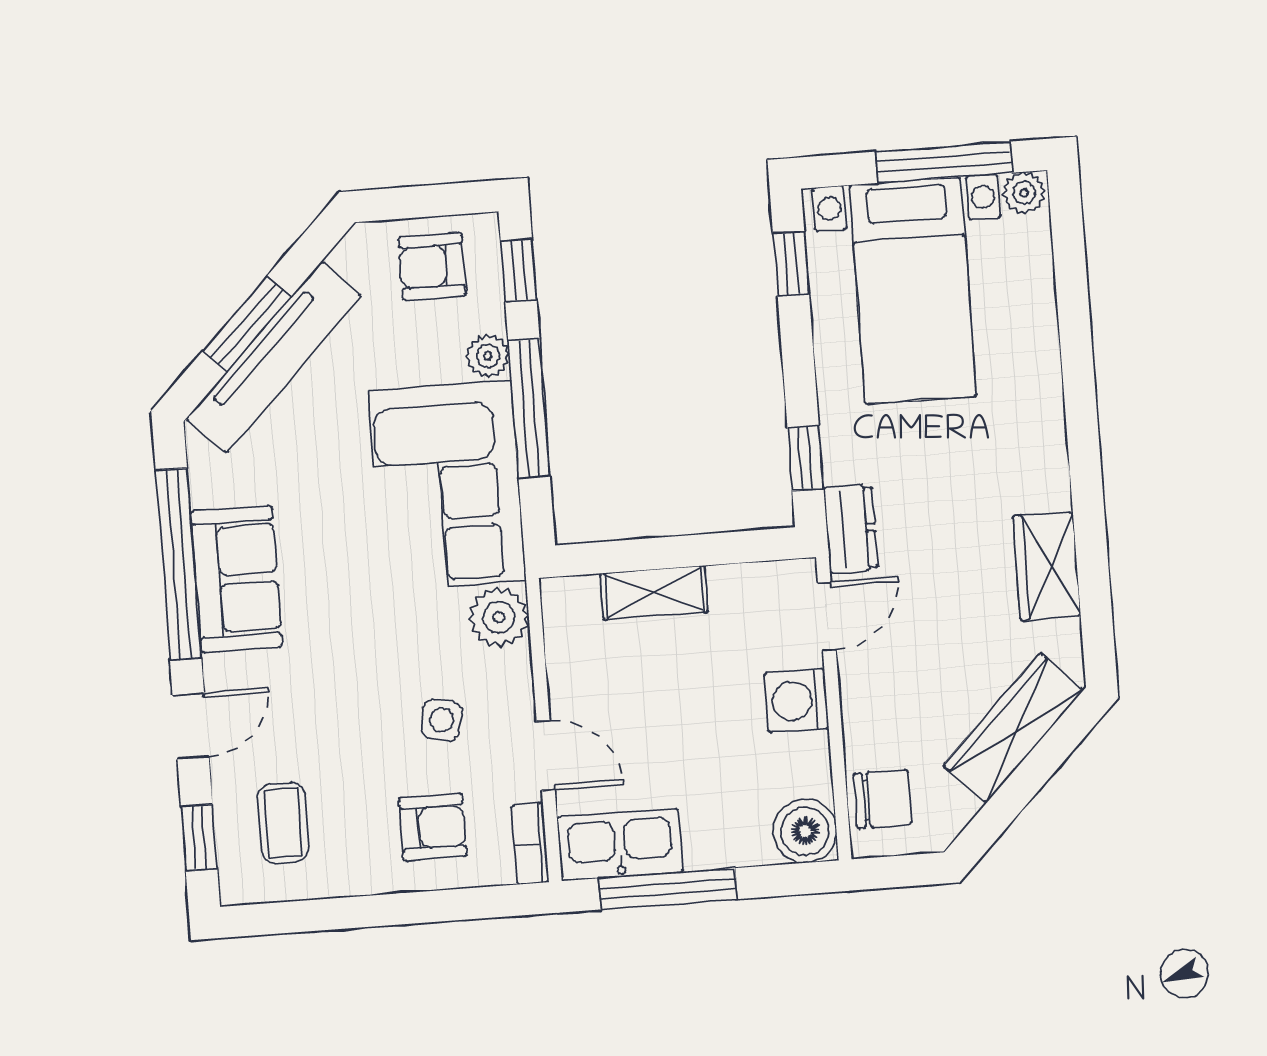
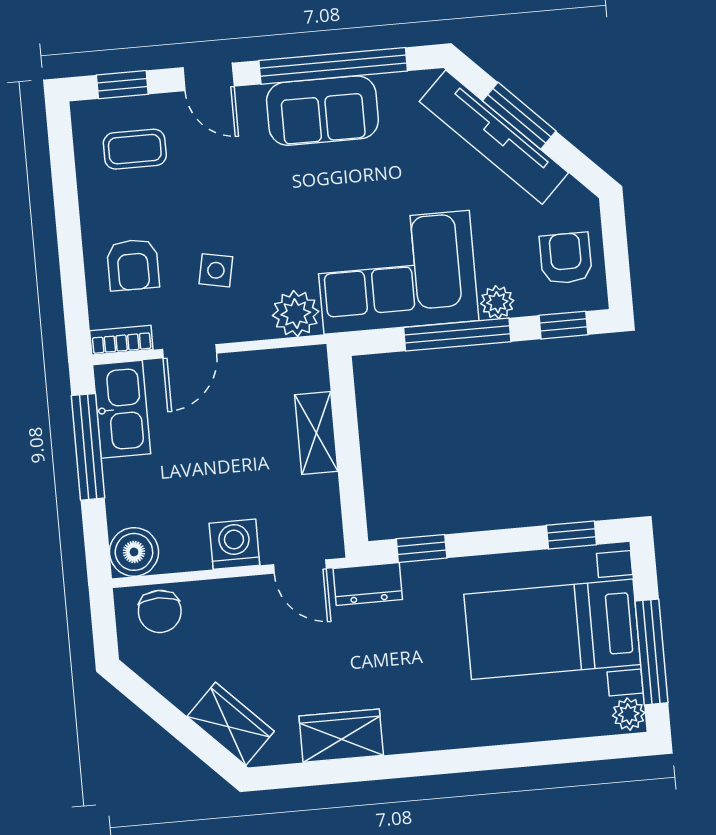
wardrobe: (1013, 728) -> (231, 724), width x0.67

